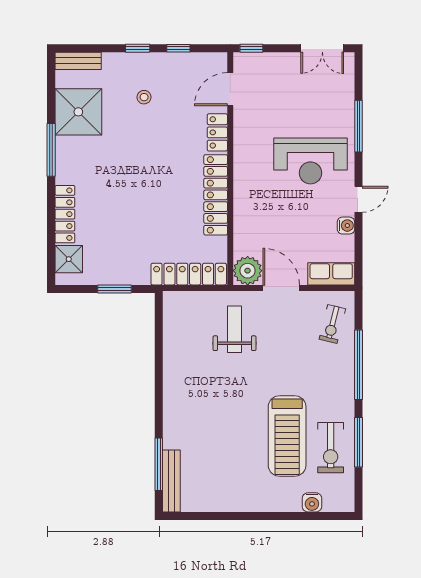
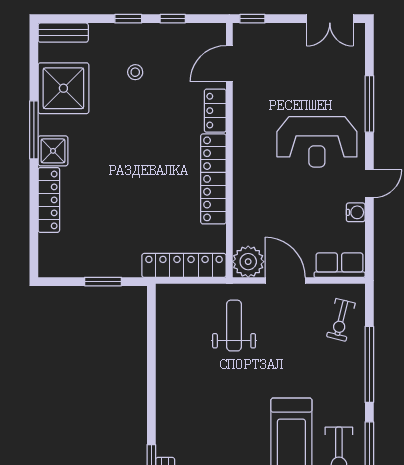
shower: (69, 259) -> (53, 151), moved

